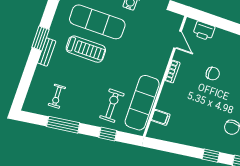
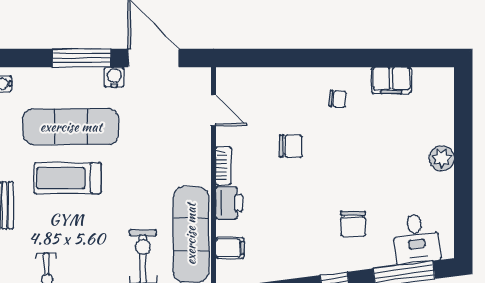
printer: (204, 31) -> (229, 203), moved, turned -90
treadmill: (86, 49) -> (67, 178), turned 180

